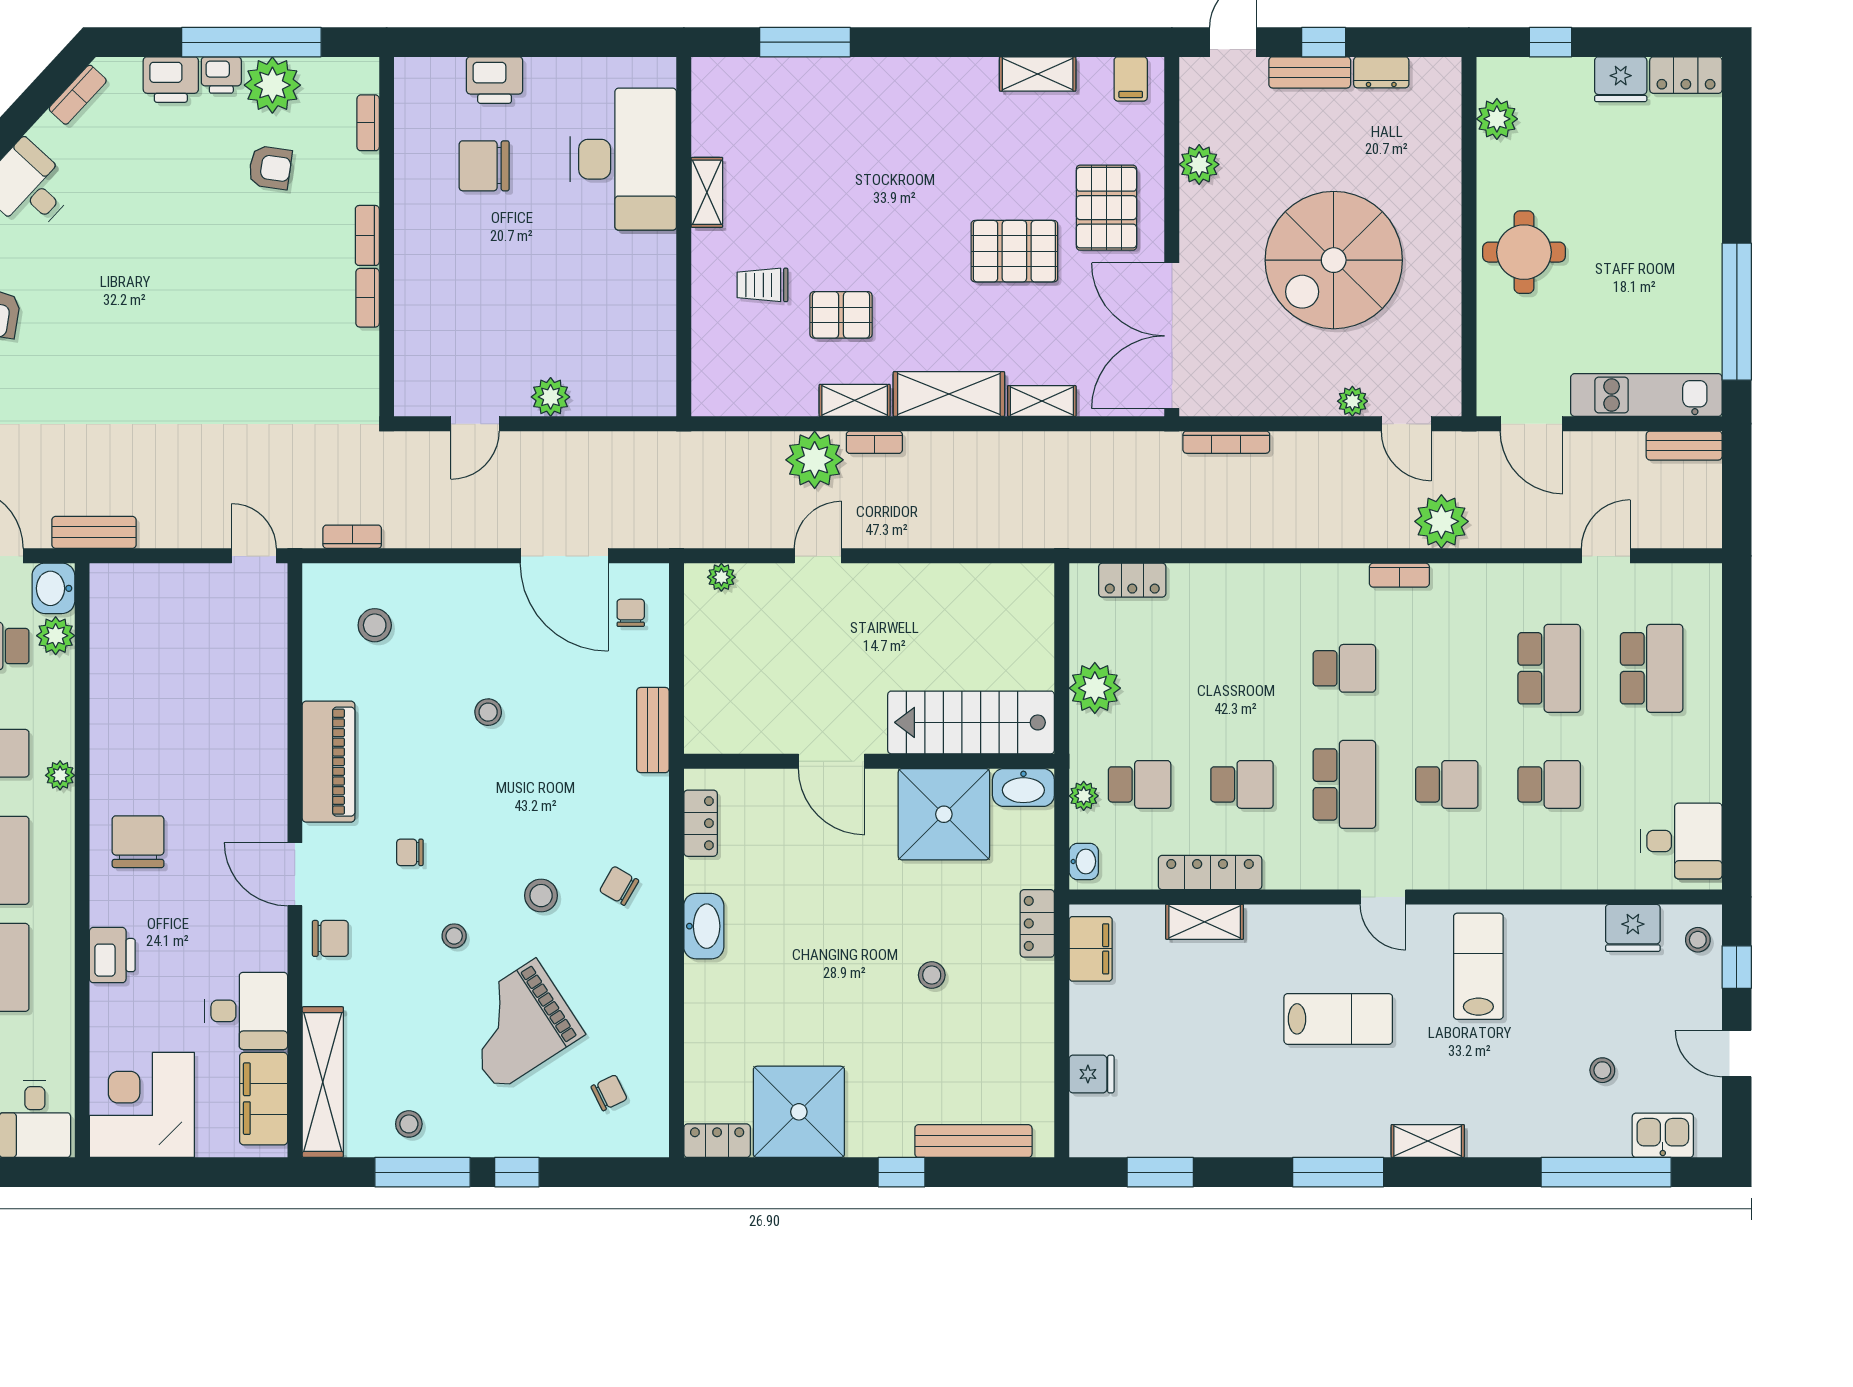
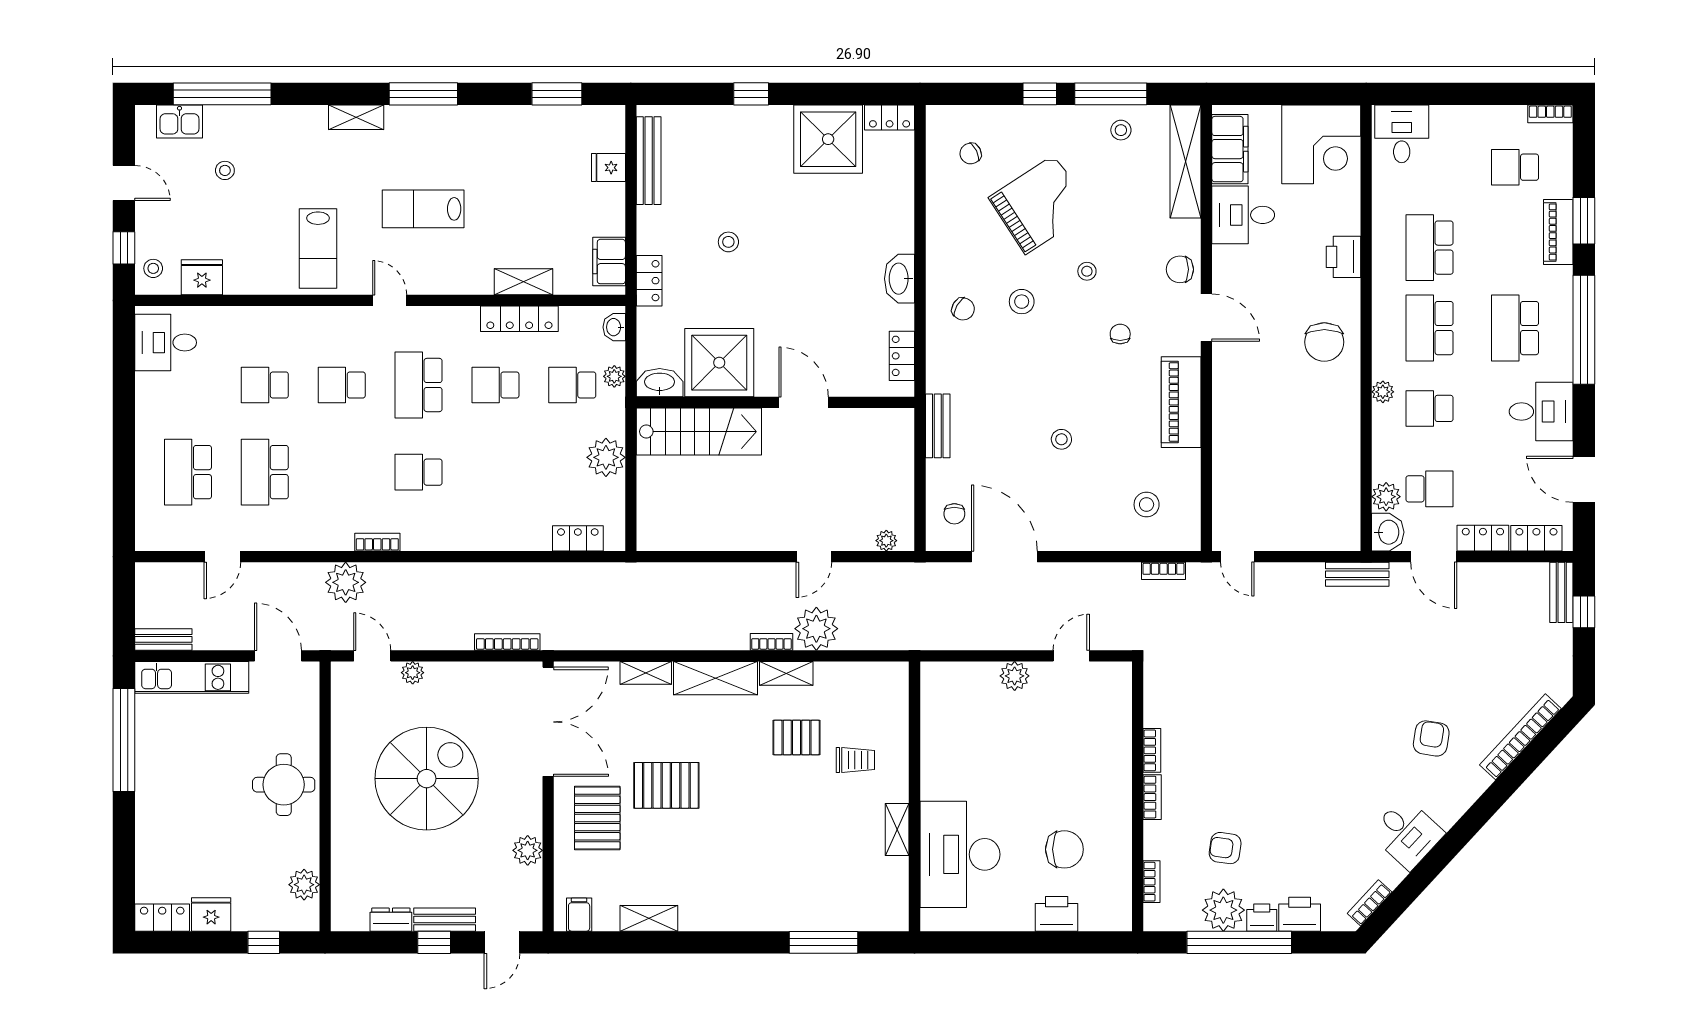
chair: (410, 852) -> (1120, 334), turned -90
bench: (973, 1141) -> (649, 161), moved, turned 90

